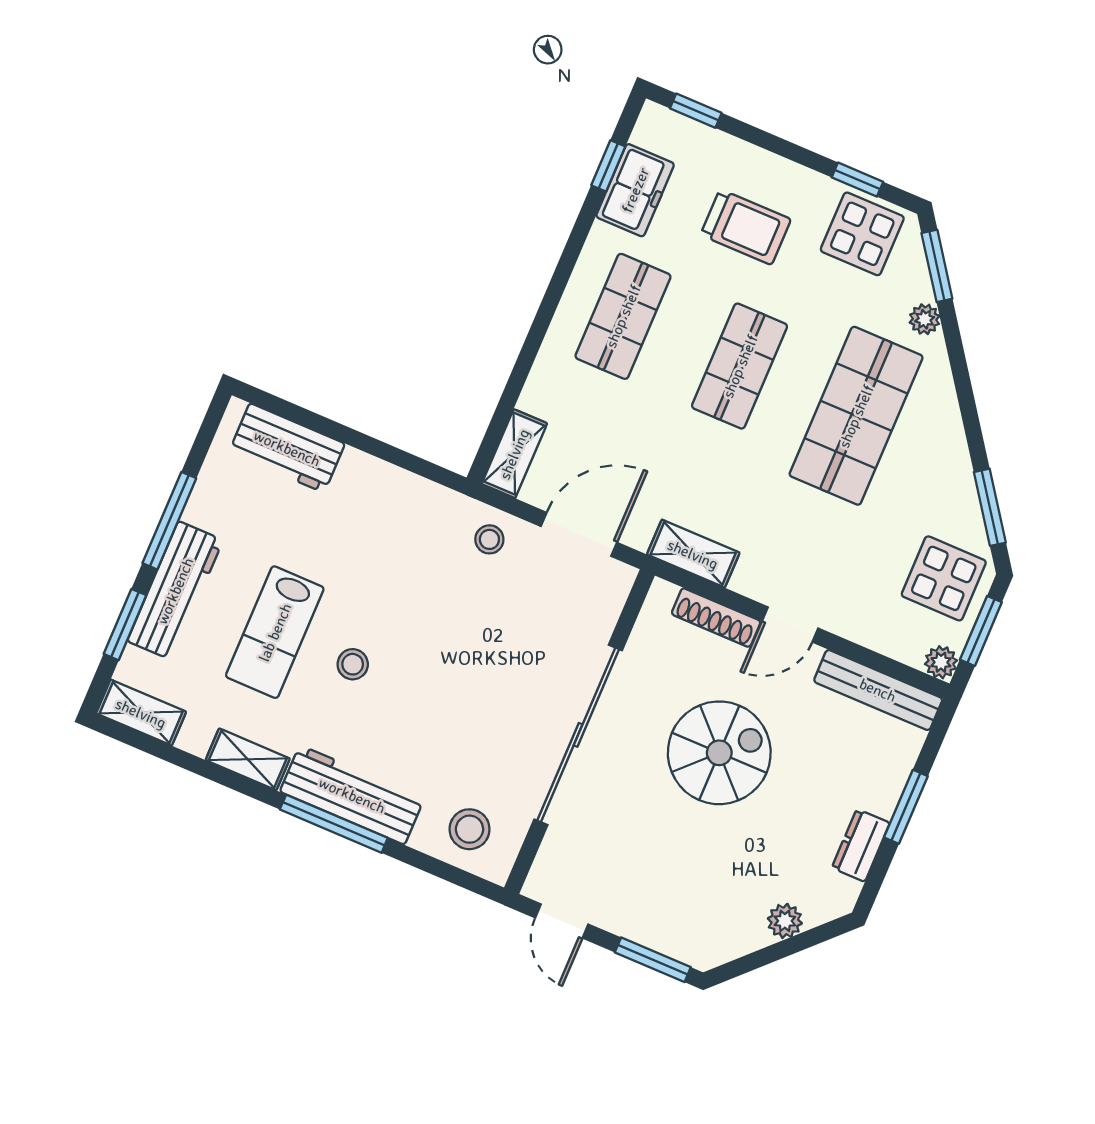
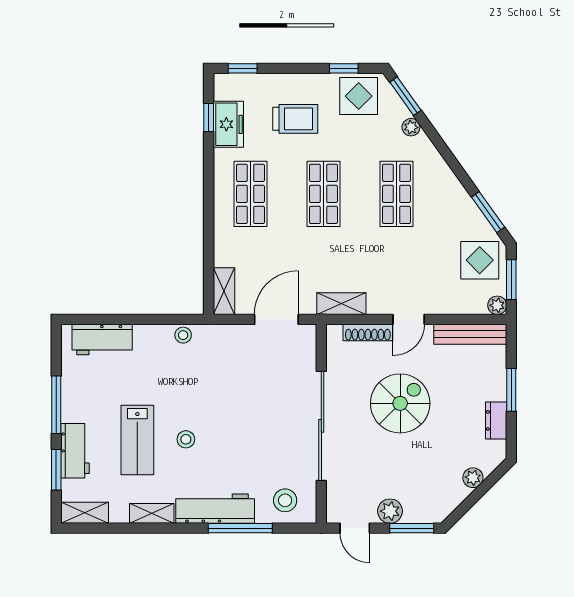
shop shelf: (856, 416) -> (396, 194), width x0.70, depth x0.74
stool: (489, 539) -> (183, 335), moved
workbench: (175, 591) -> (75, 451), width x0.73
window: (334, 824) -> (240, 528), moved
plant: (630, 918) -> (390, 511), added

